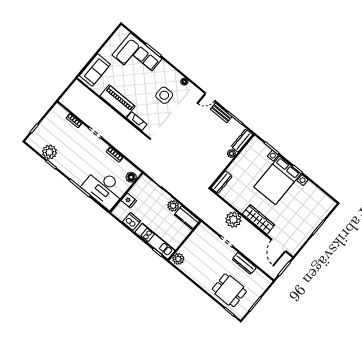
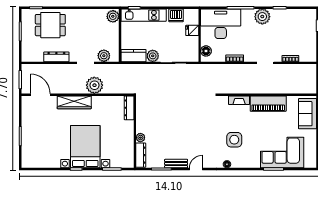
plant: (49, 152) -> (262, 17), moved
plant: (209, 236) -> (104, 56), added

